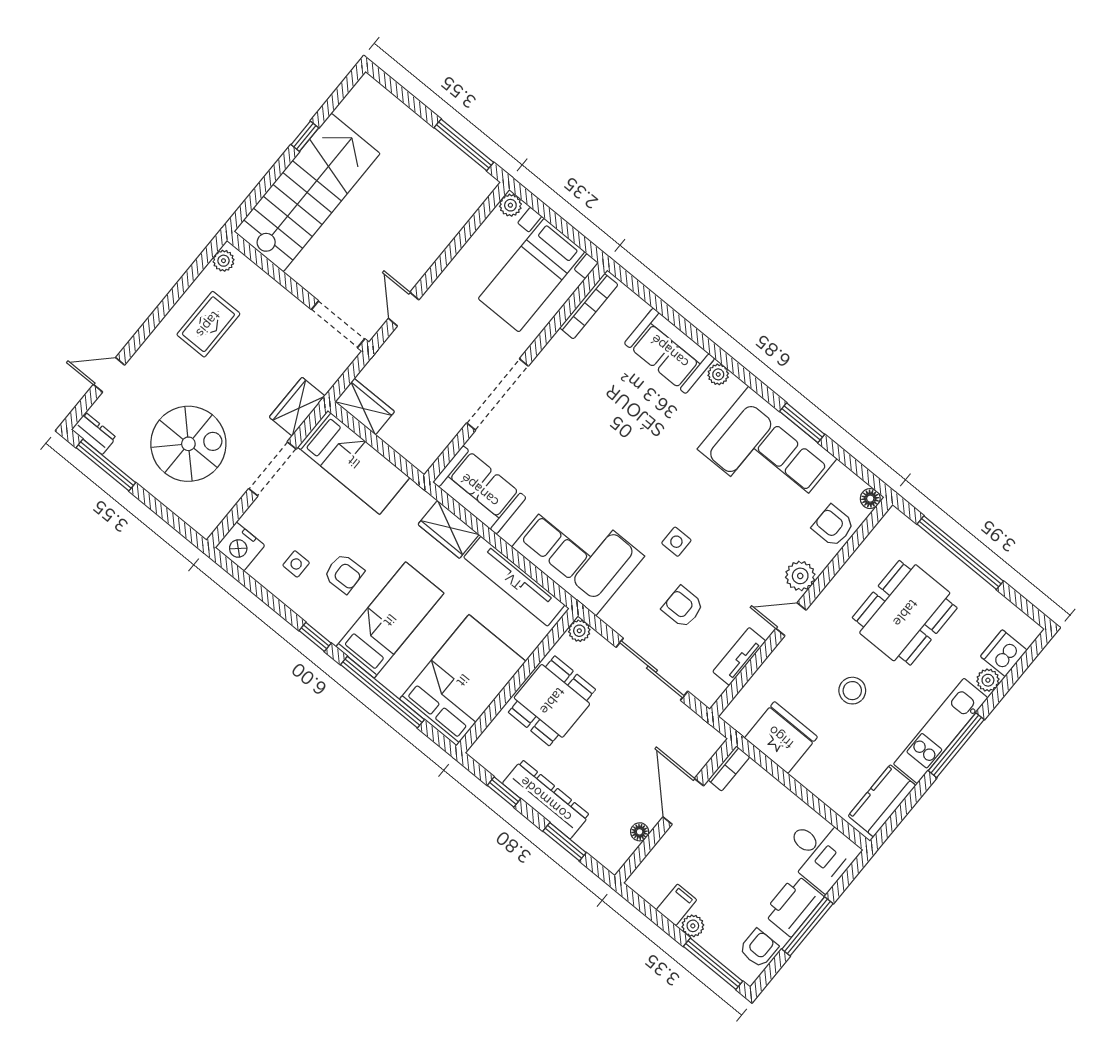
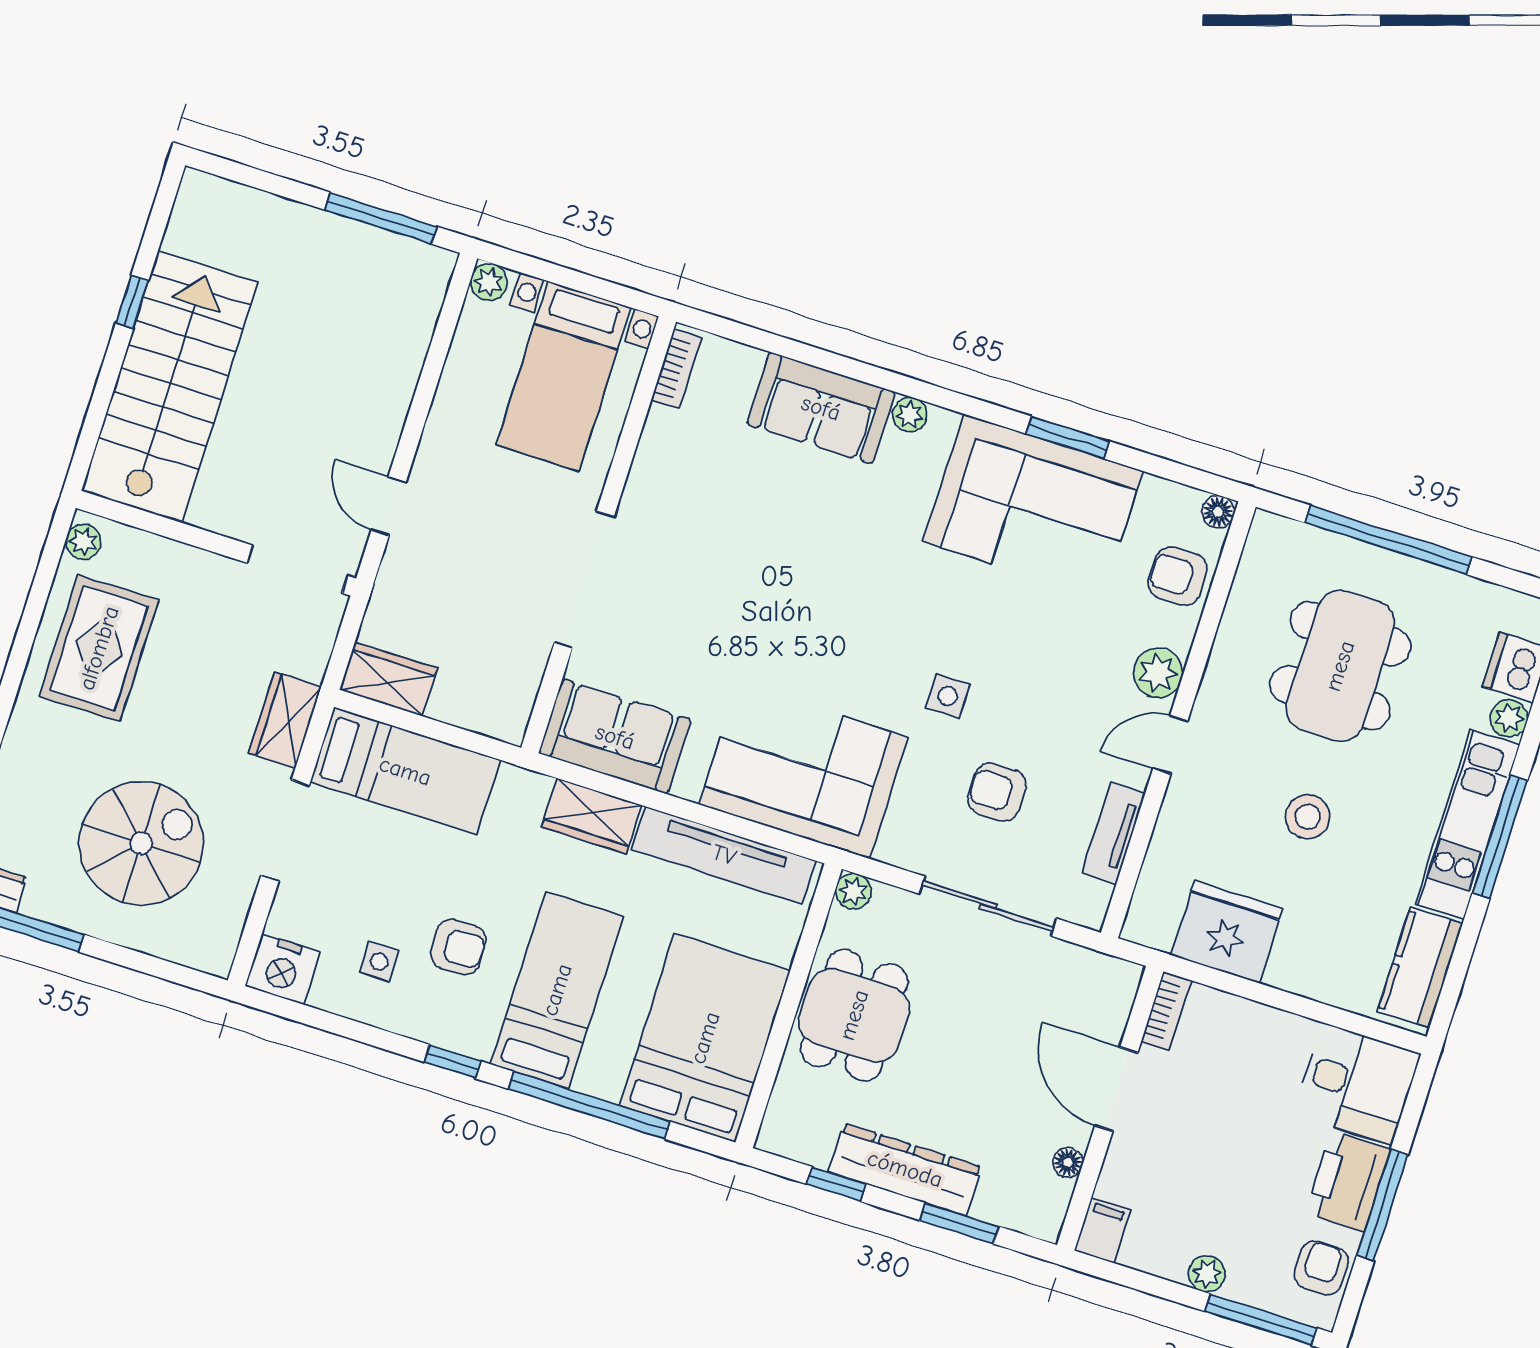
bookcase: (589, 306) -> (677, 369), width x0.64
rug: (208, 324) -> (99, 648), width x1.36, depth x1.43
filing cabinet: (677, 905) -> (1103, 1230), moved

